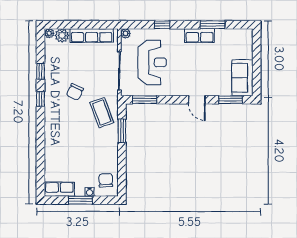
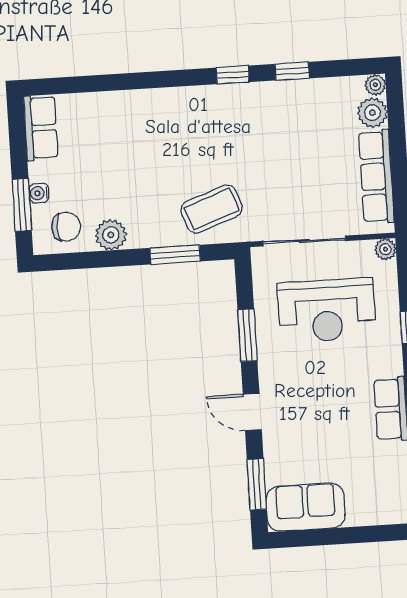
chair: (75, 92) -> (253, 148), removed
window: (145, 100) -> (247, 335), moved
door: (197, 100) -> (252, 412), hinge flipped
plant: (111, 160) -> (111, 235), added
window: (80, 200) -> (22, 205), moved

